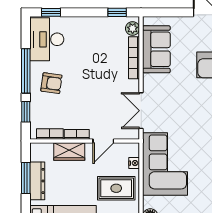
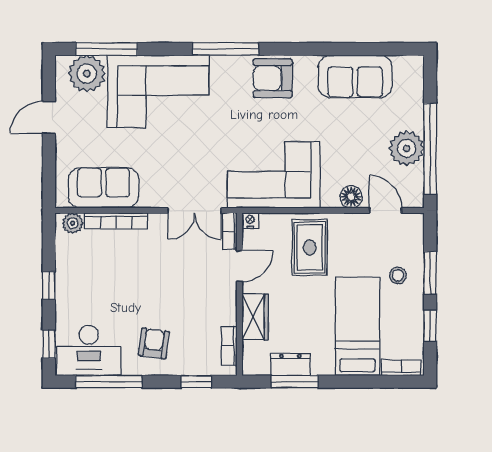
window: (117, 12) -> (49, 285), moved
window: (26, 71) -> (109, 382), moved
bookcase: (77, 134) -> (230, 231), moved
door: (103, 141) -> (239, 266), hinge flipped
nightstand: (134, 163) -> (250, 221), moved
dresser: (37, 181) -> (290, 365), width x0.70

